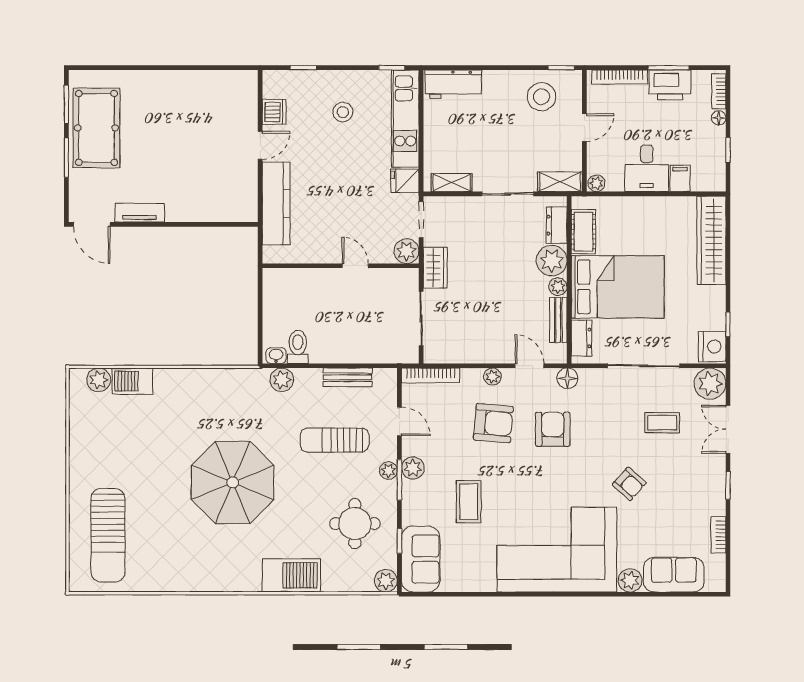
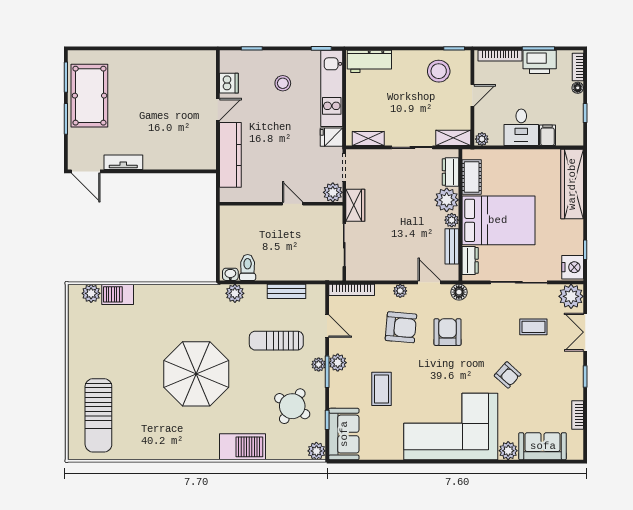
round table: (355, 524) -> (292, 406), turned 32

